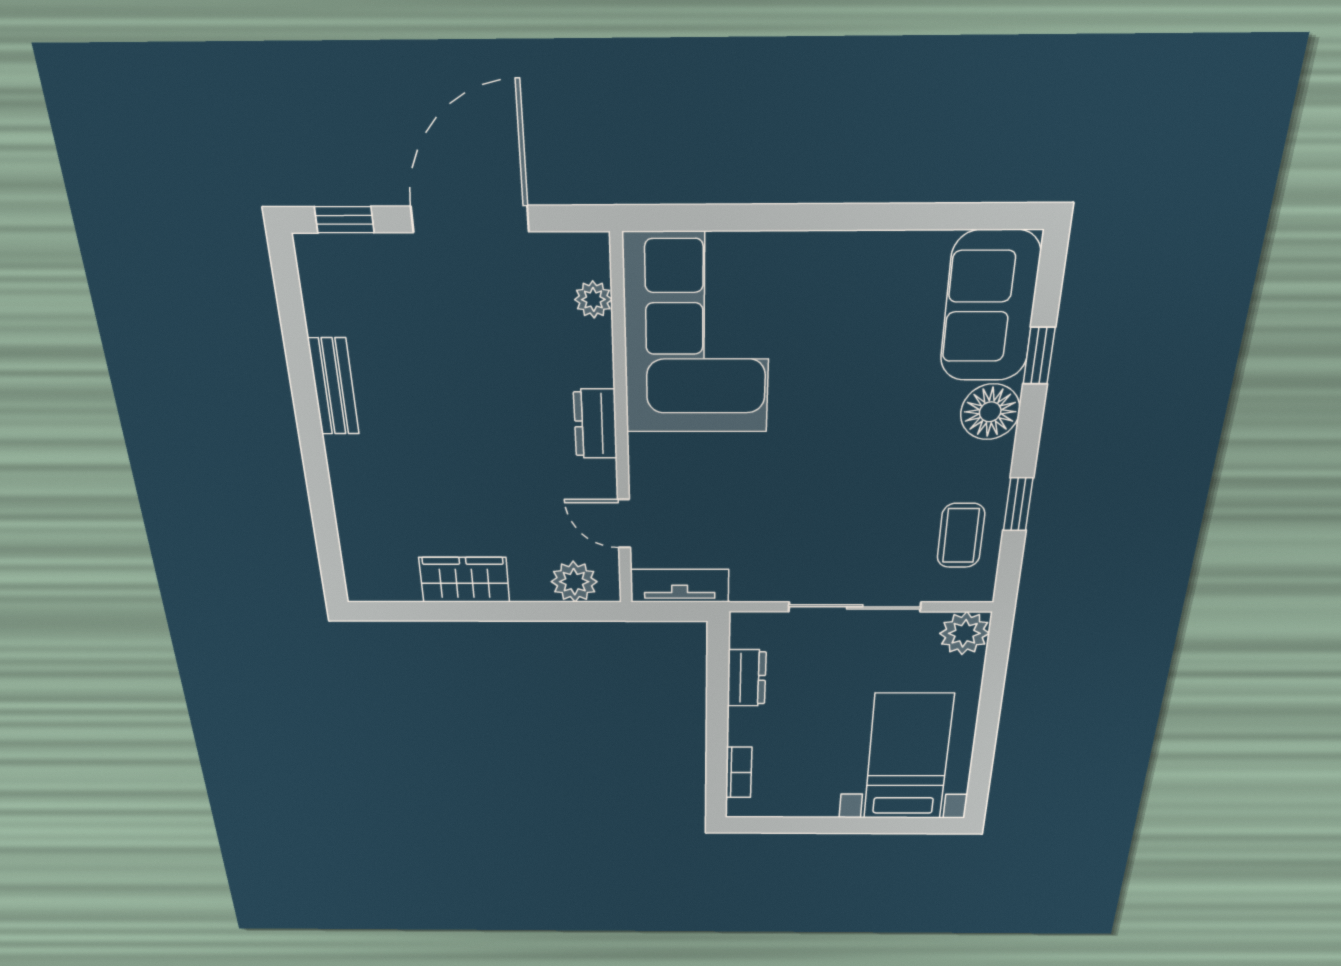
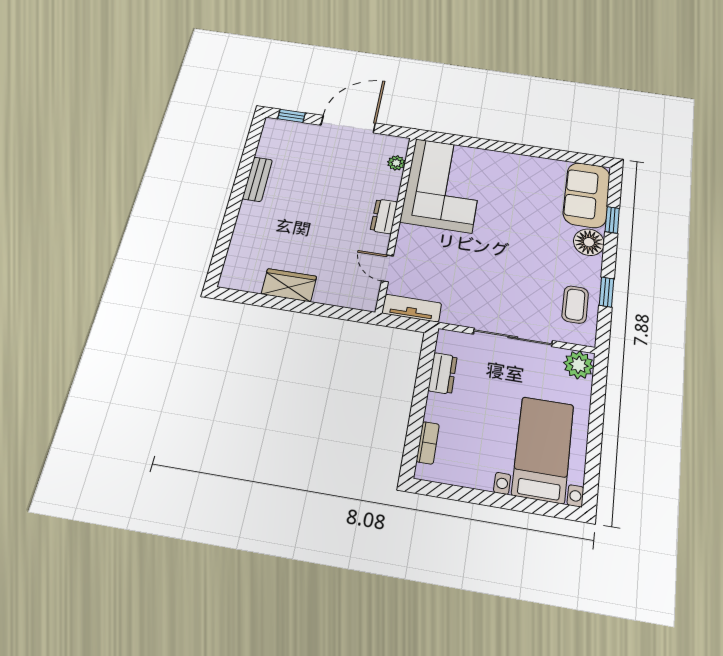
plant: (574, 582) -> (351, 296), removed

